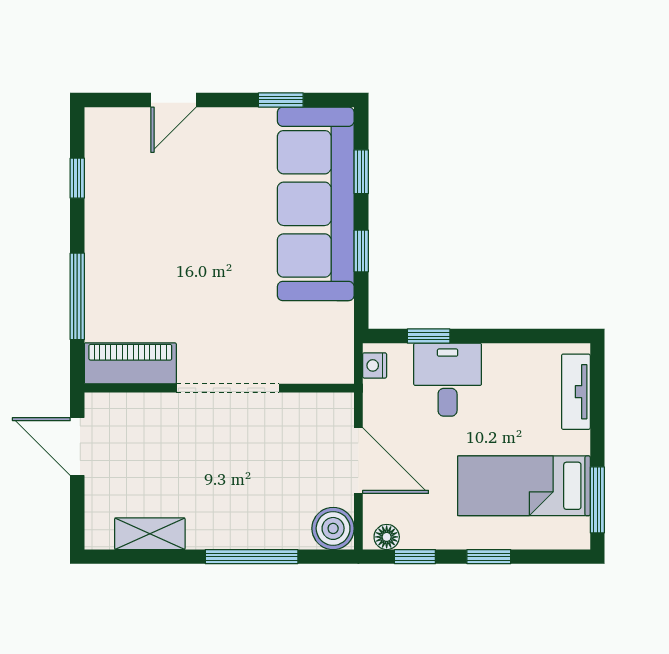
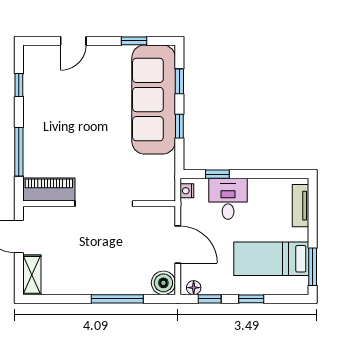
shelving: (150, 534) -> (32, 275), moved, turned 90

